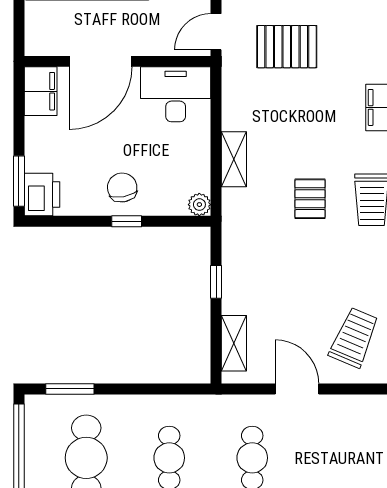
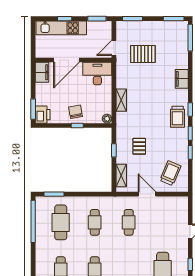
pallet: (310, 199) -> (139, 146), moved

